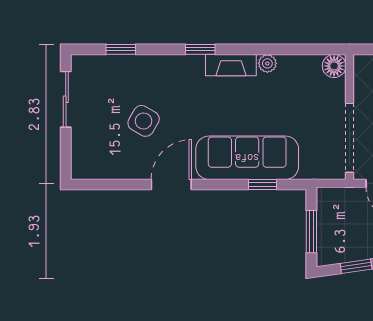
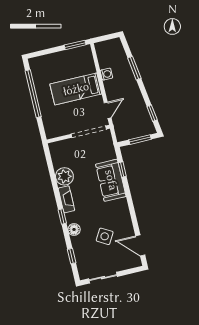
plant: (267, 63) -> (64, 176), width x1.88, depth x1.88
floor lamp: (334, 66) -> (74, 229), moved
sofa: (247, 158) -> (111, 180), width x0.73
door: (171, 184) -> (140, 245), moved

